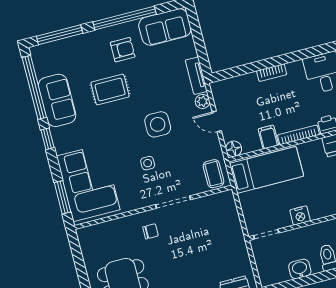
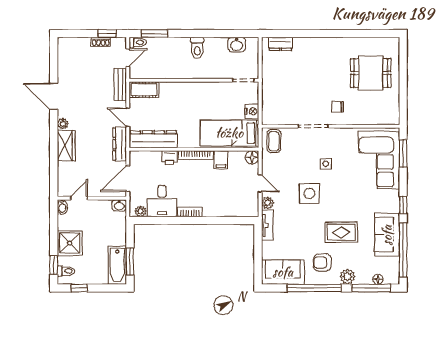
plant: (90, 41) -> (347, 277), added
floor lamp: (54, 47) -> (378, 279), added
bookcase: (272, 73) -> (190, 212), moved
nightstand: (300, 215) -> (252, 111), moved, turned 90
washbasin: (300, 269) -> (237, 44), moved

